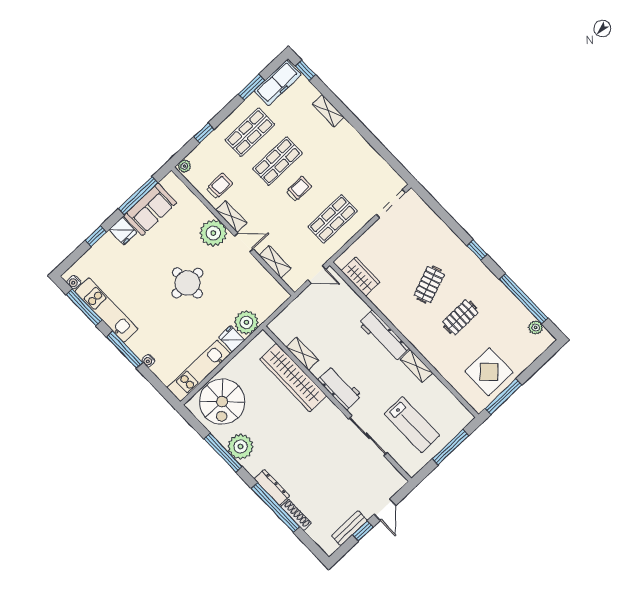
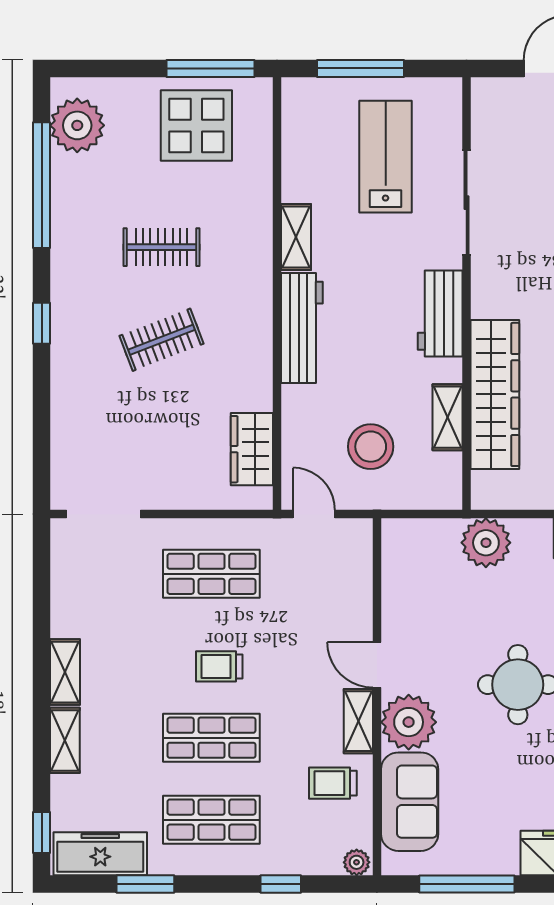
sofa: (150, 209) -> (410, 802), moved, turned 90
shelving: (275, 262) -> (65, 672), moved
stool: (319, 317) -> (371, 447), added
plant: (536, 328) -> (77, 125), width x1.87, depth x1.87
fridge: (232, 339) -> (531, 539), removed

